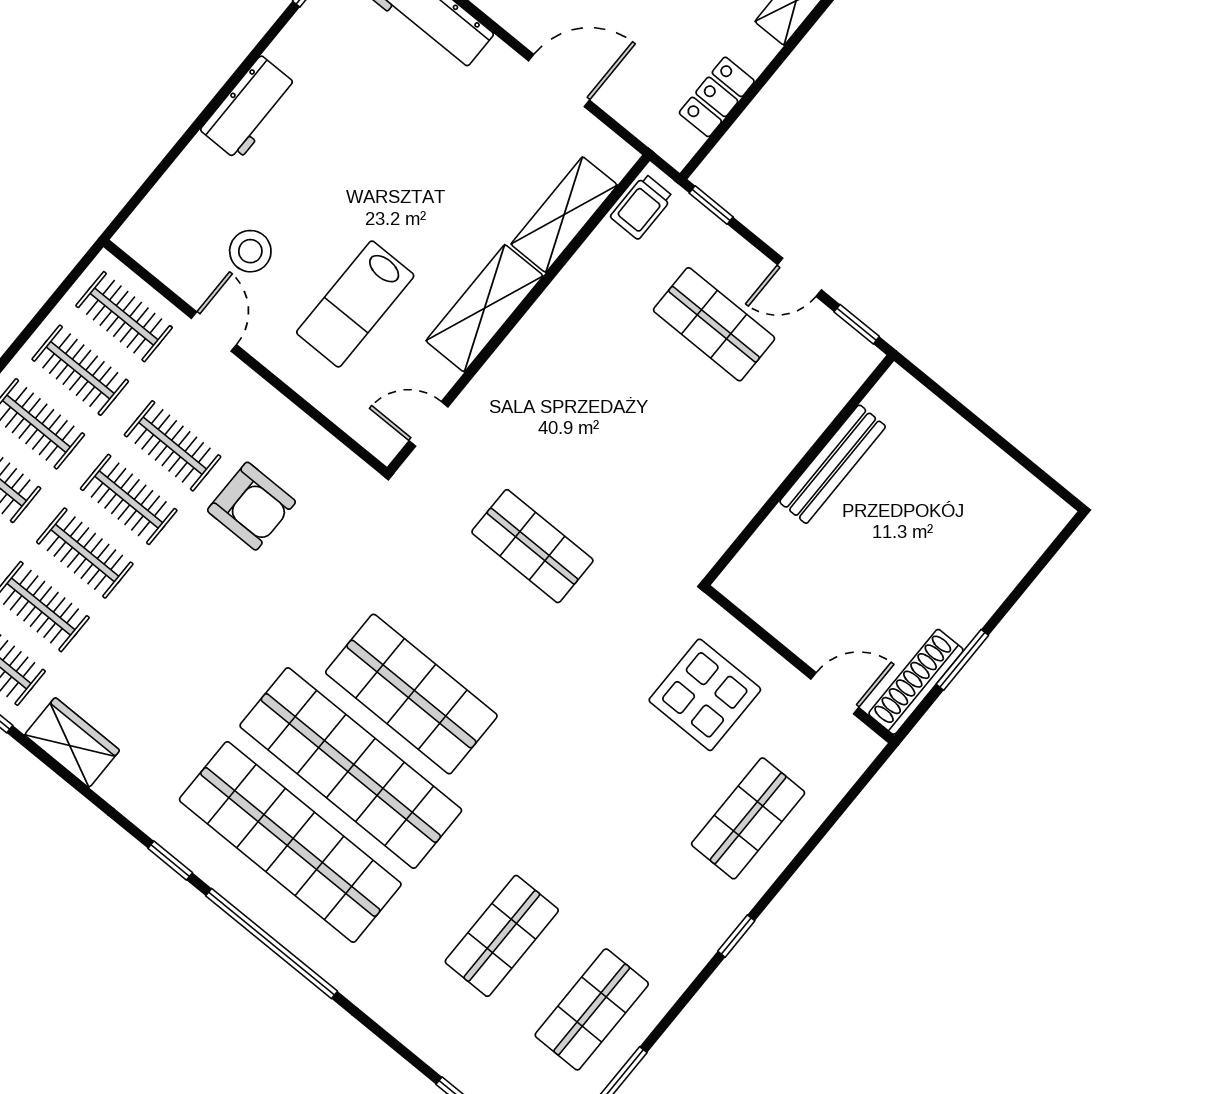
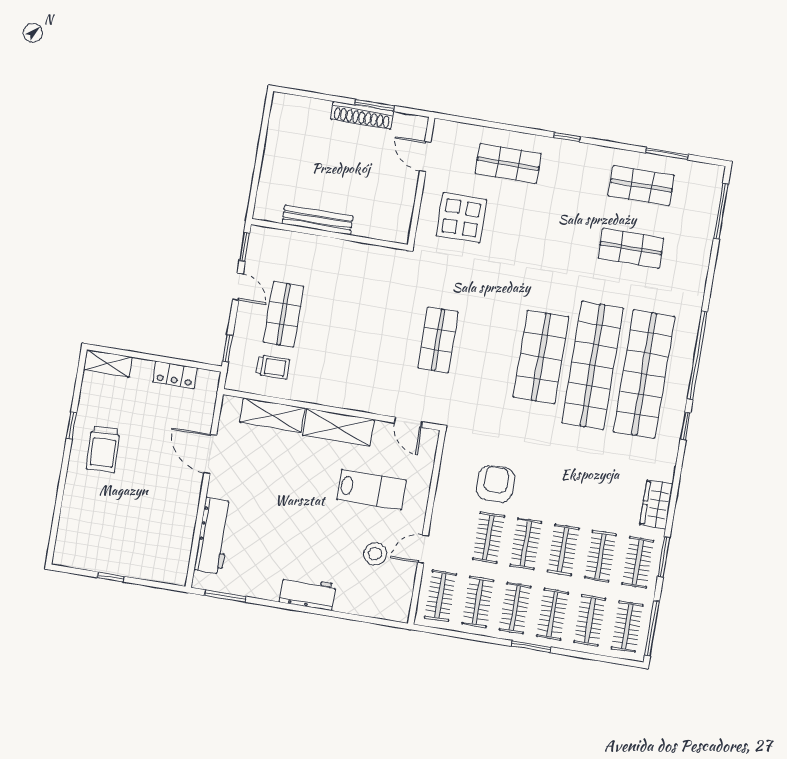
trolley: (642, 207) -> (273, 367), moved
shoe rack: (916, 682) -> (362, 115), moved

